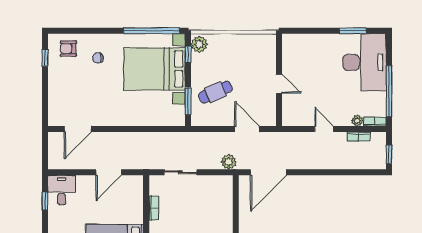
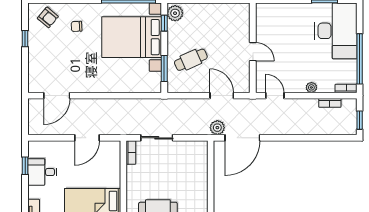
armchair: (68, 49) -> (48, 17), turned -140
window: (45, 58) -> (25, 39), moved
plant: (357, 121) -> (311, 87), moved
door: (324, 129) -> (275, 96), moved
plant: (229, 162) -> (217, 128), moved
desk: (62, 190) -> (42, 172), moved, turned -90
bookcase: (154, 208) -> (131, 152), moved

